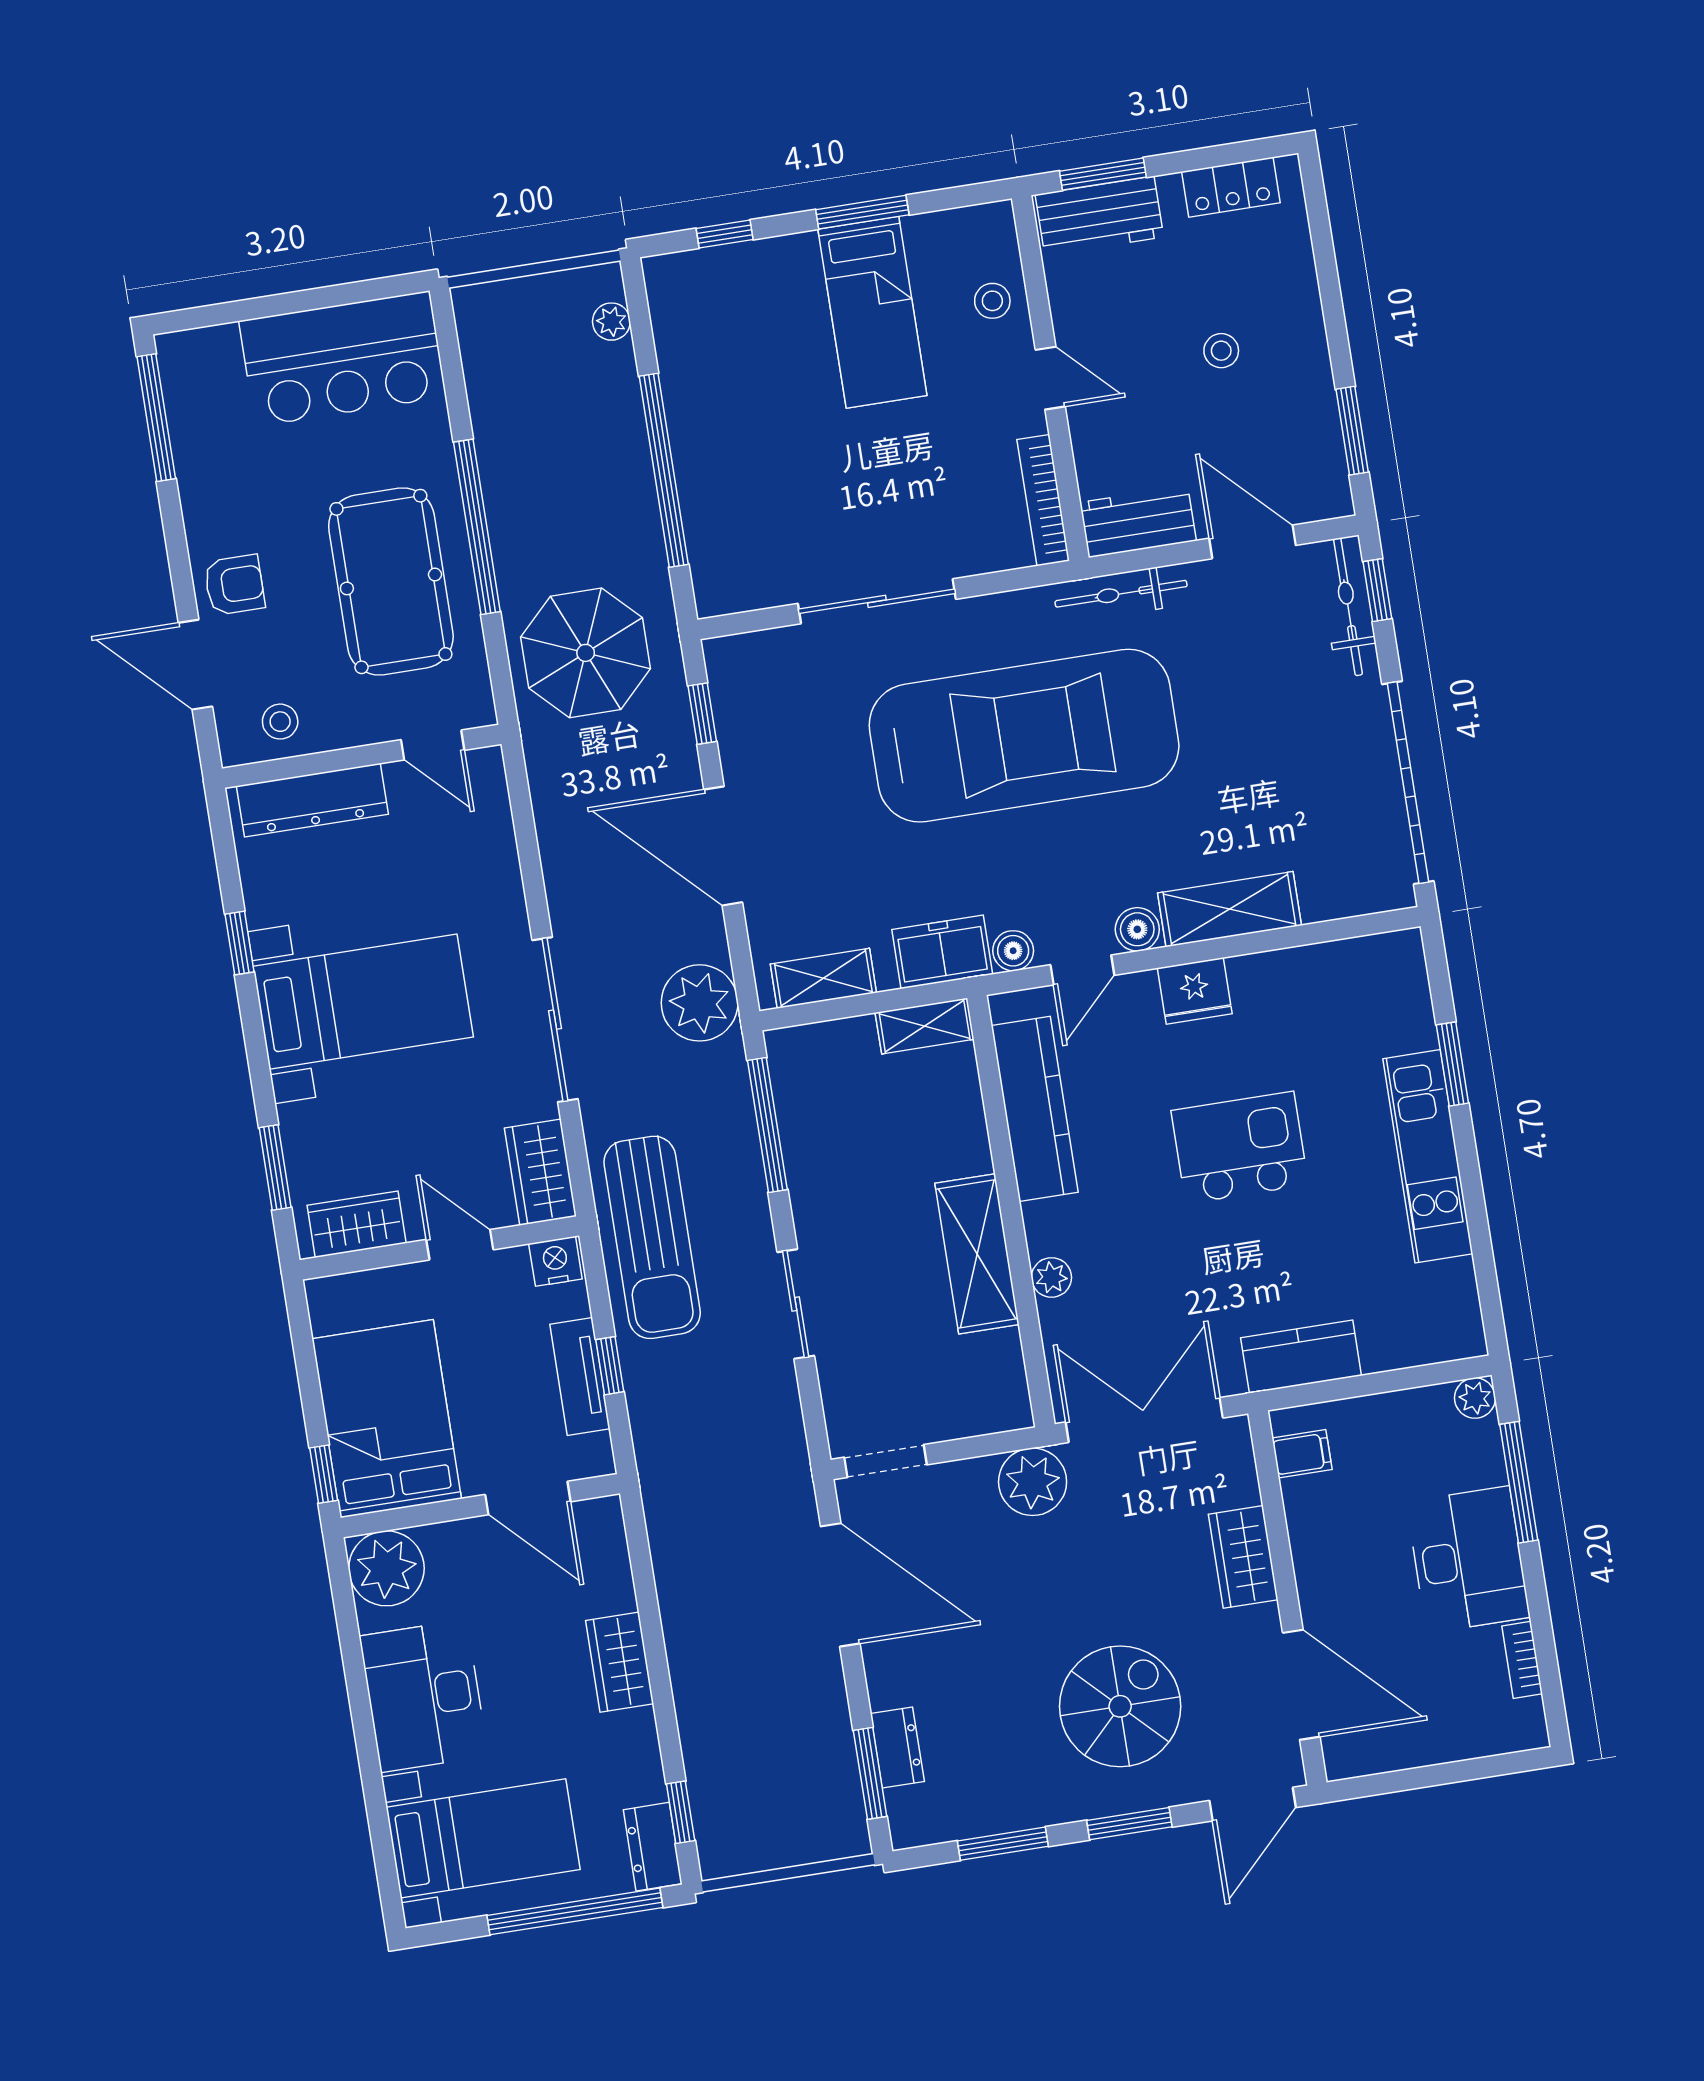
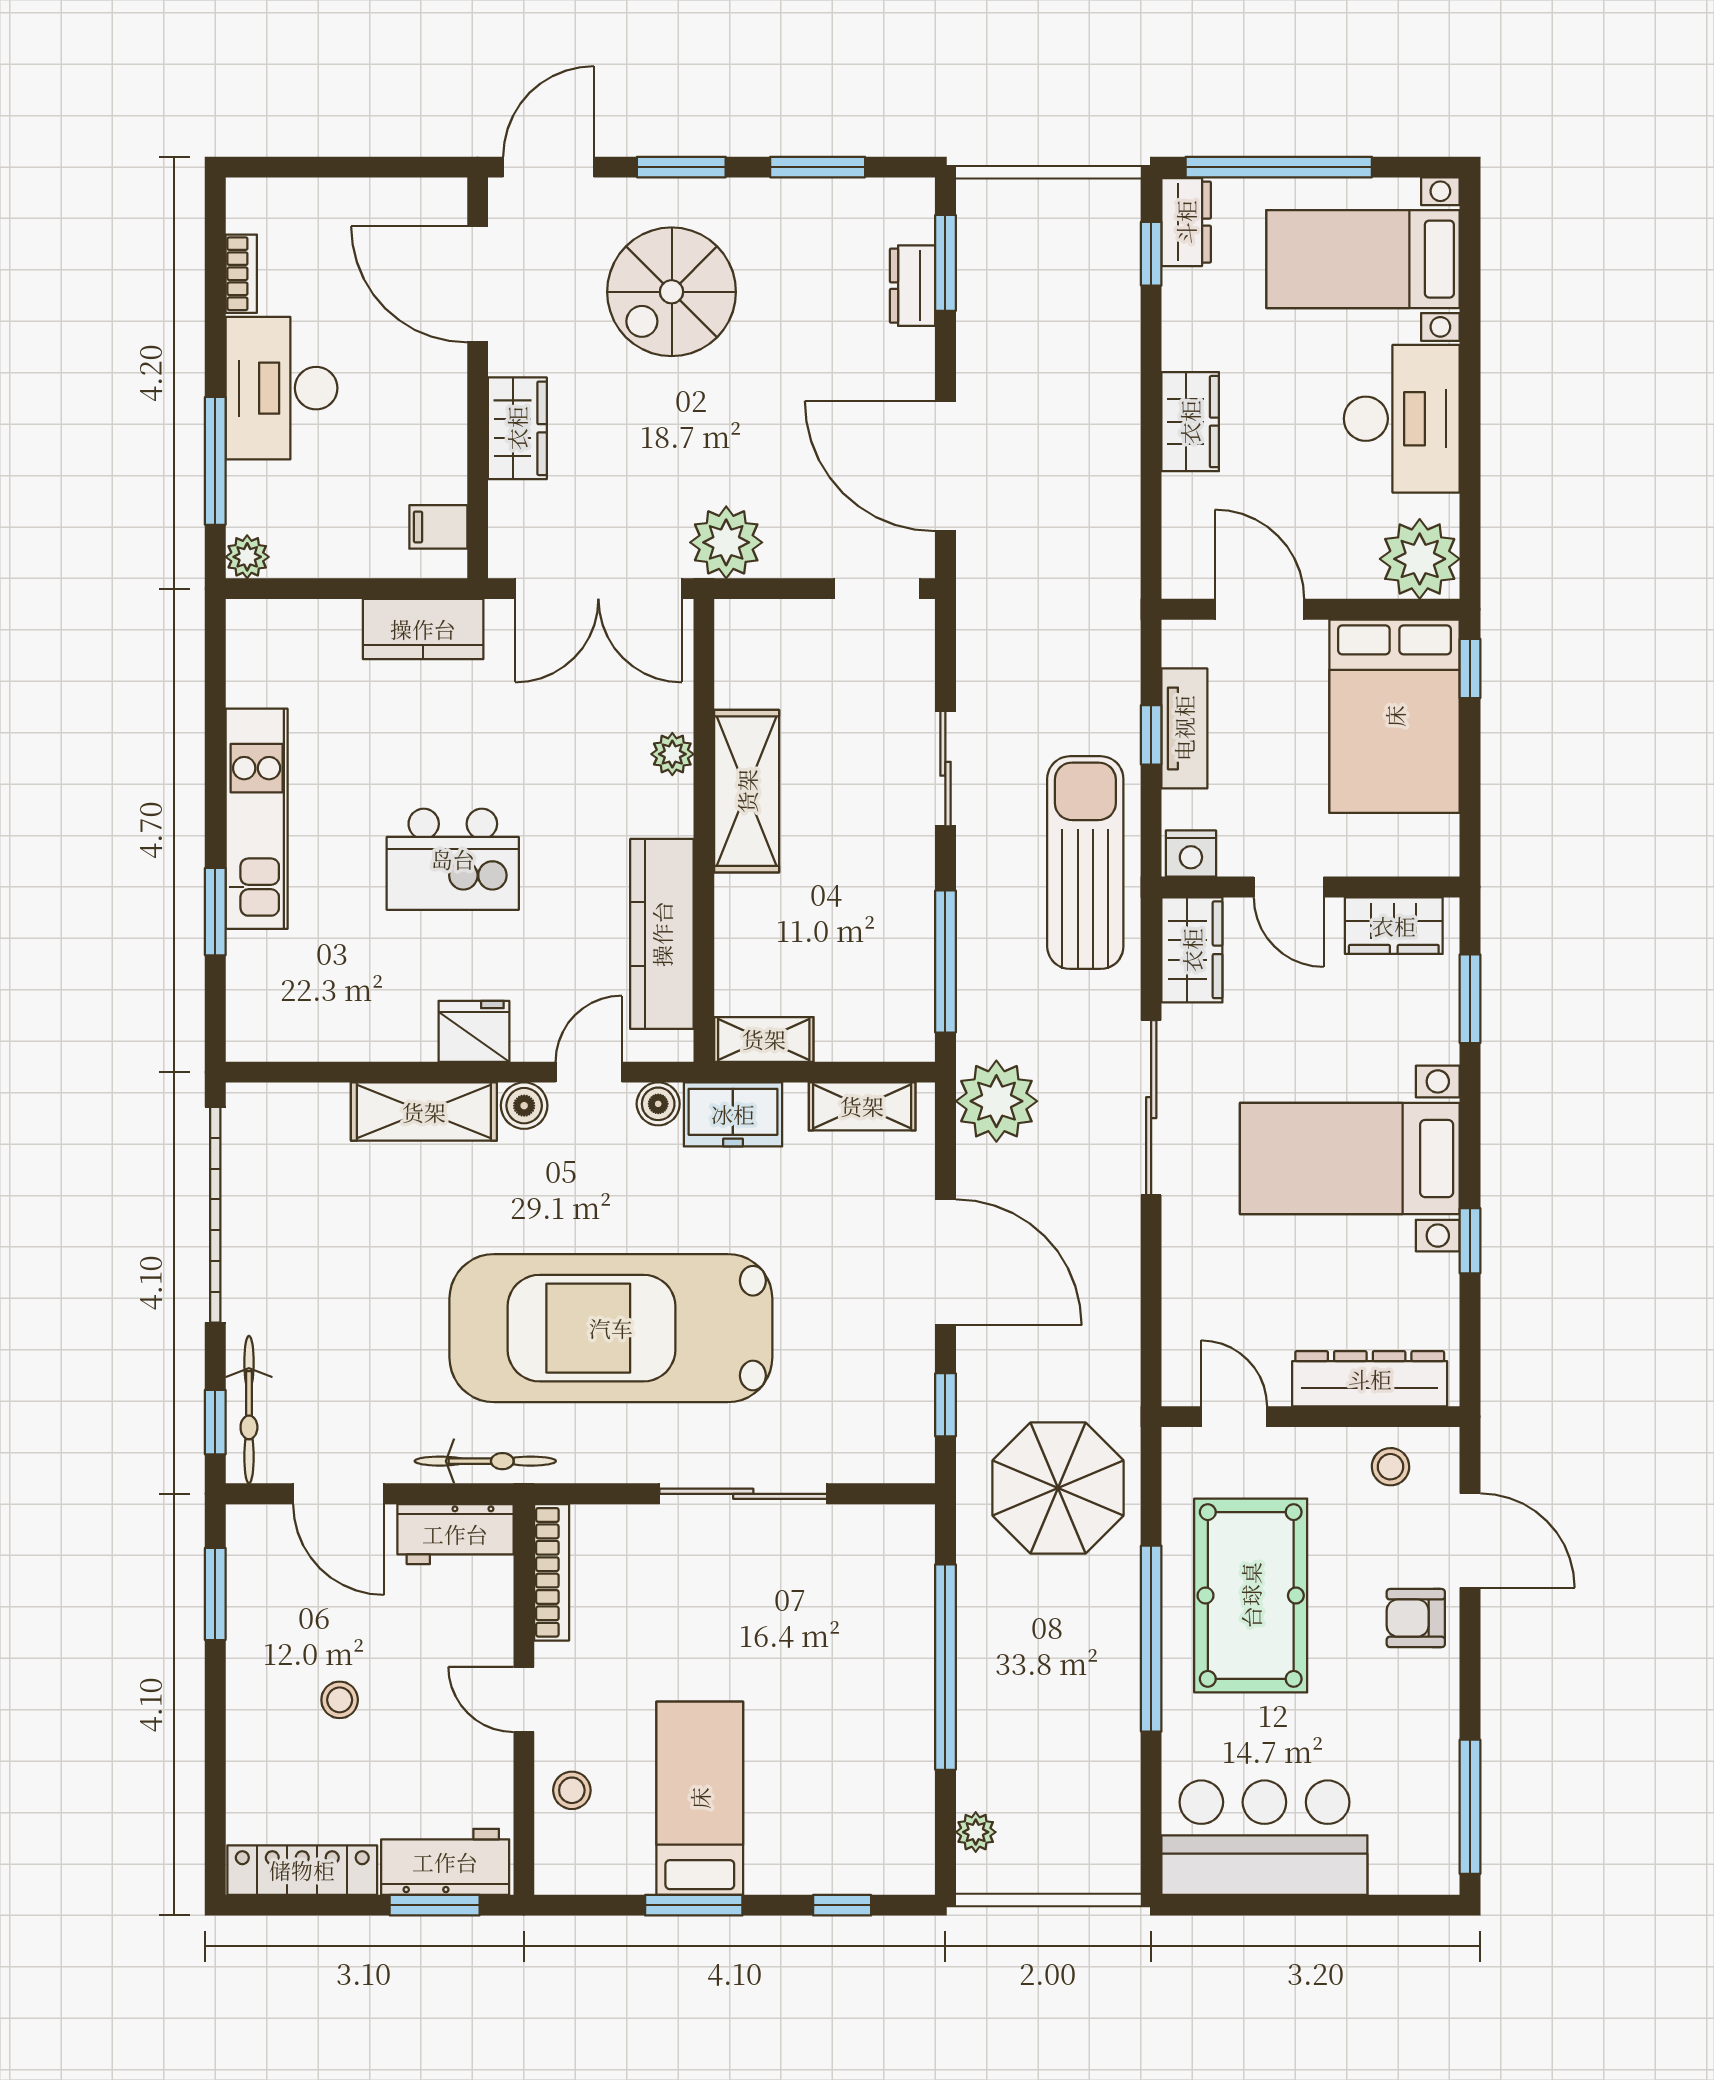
locker: (1231, 187) -> (302, 1870), width x1.53

